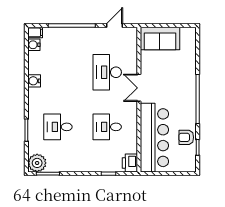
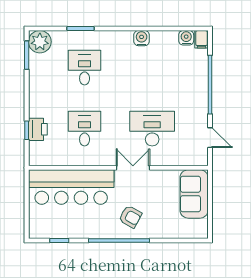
armchair: (186, 137) -> (130, 217), moved, turned 119
printer: (130, 163) -> (38, 129), moved, turned 90

